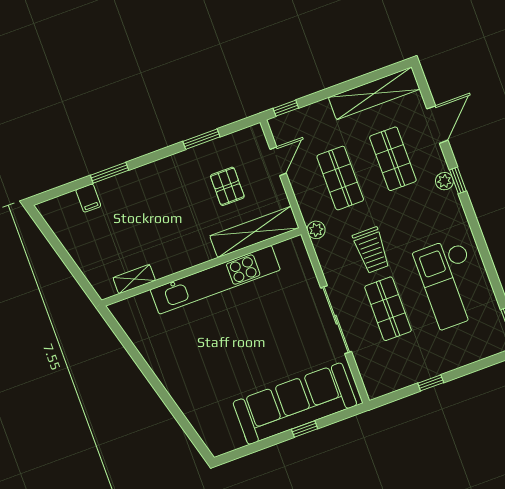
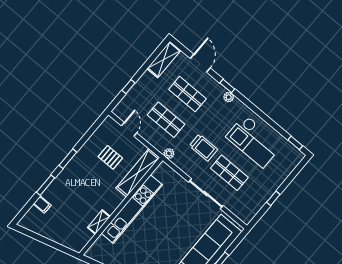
shelving: (374, 93) -> (164, 59), width x0.68
window: (286, 108) -> (128, 87), moved
window: (201, 139) -> (68, 159), moved
plant: (444, 181) -> (229, 97), moved
shelving: (134, 279) -> (99, 222), moved

